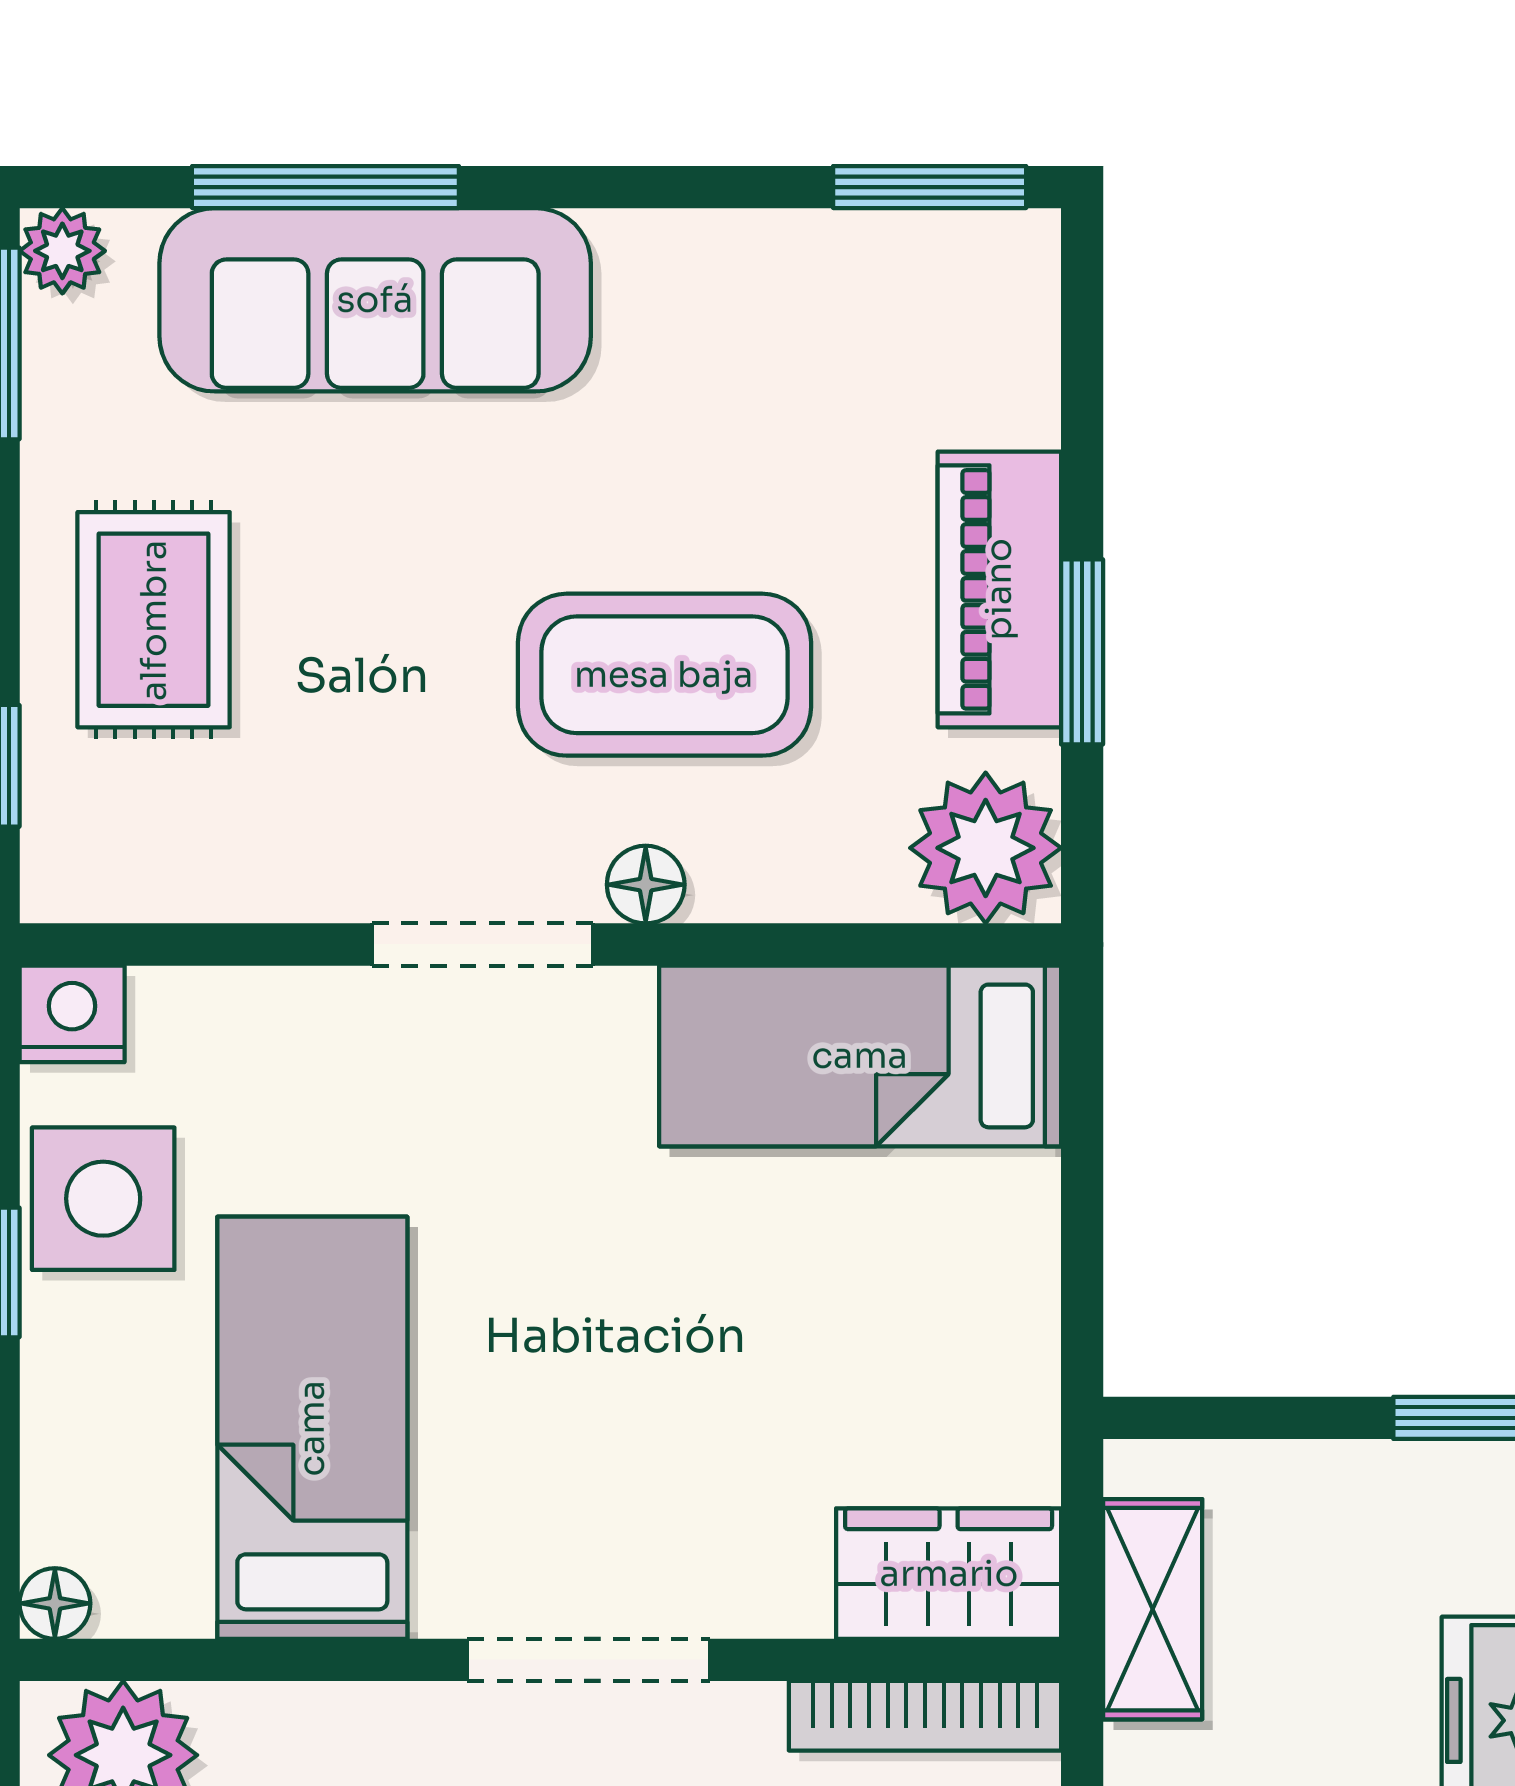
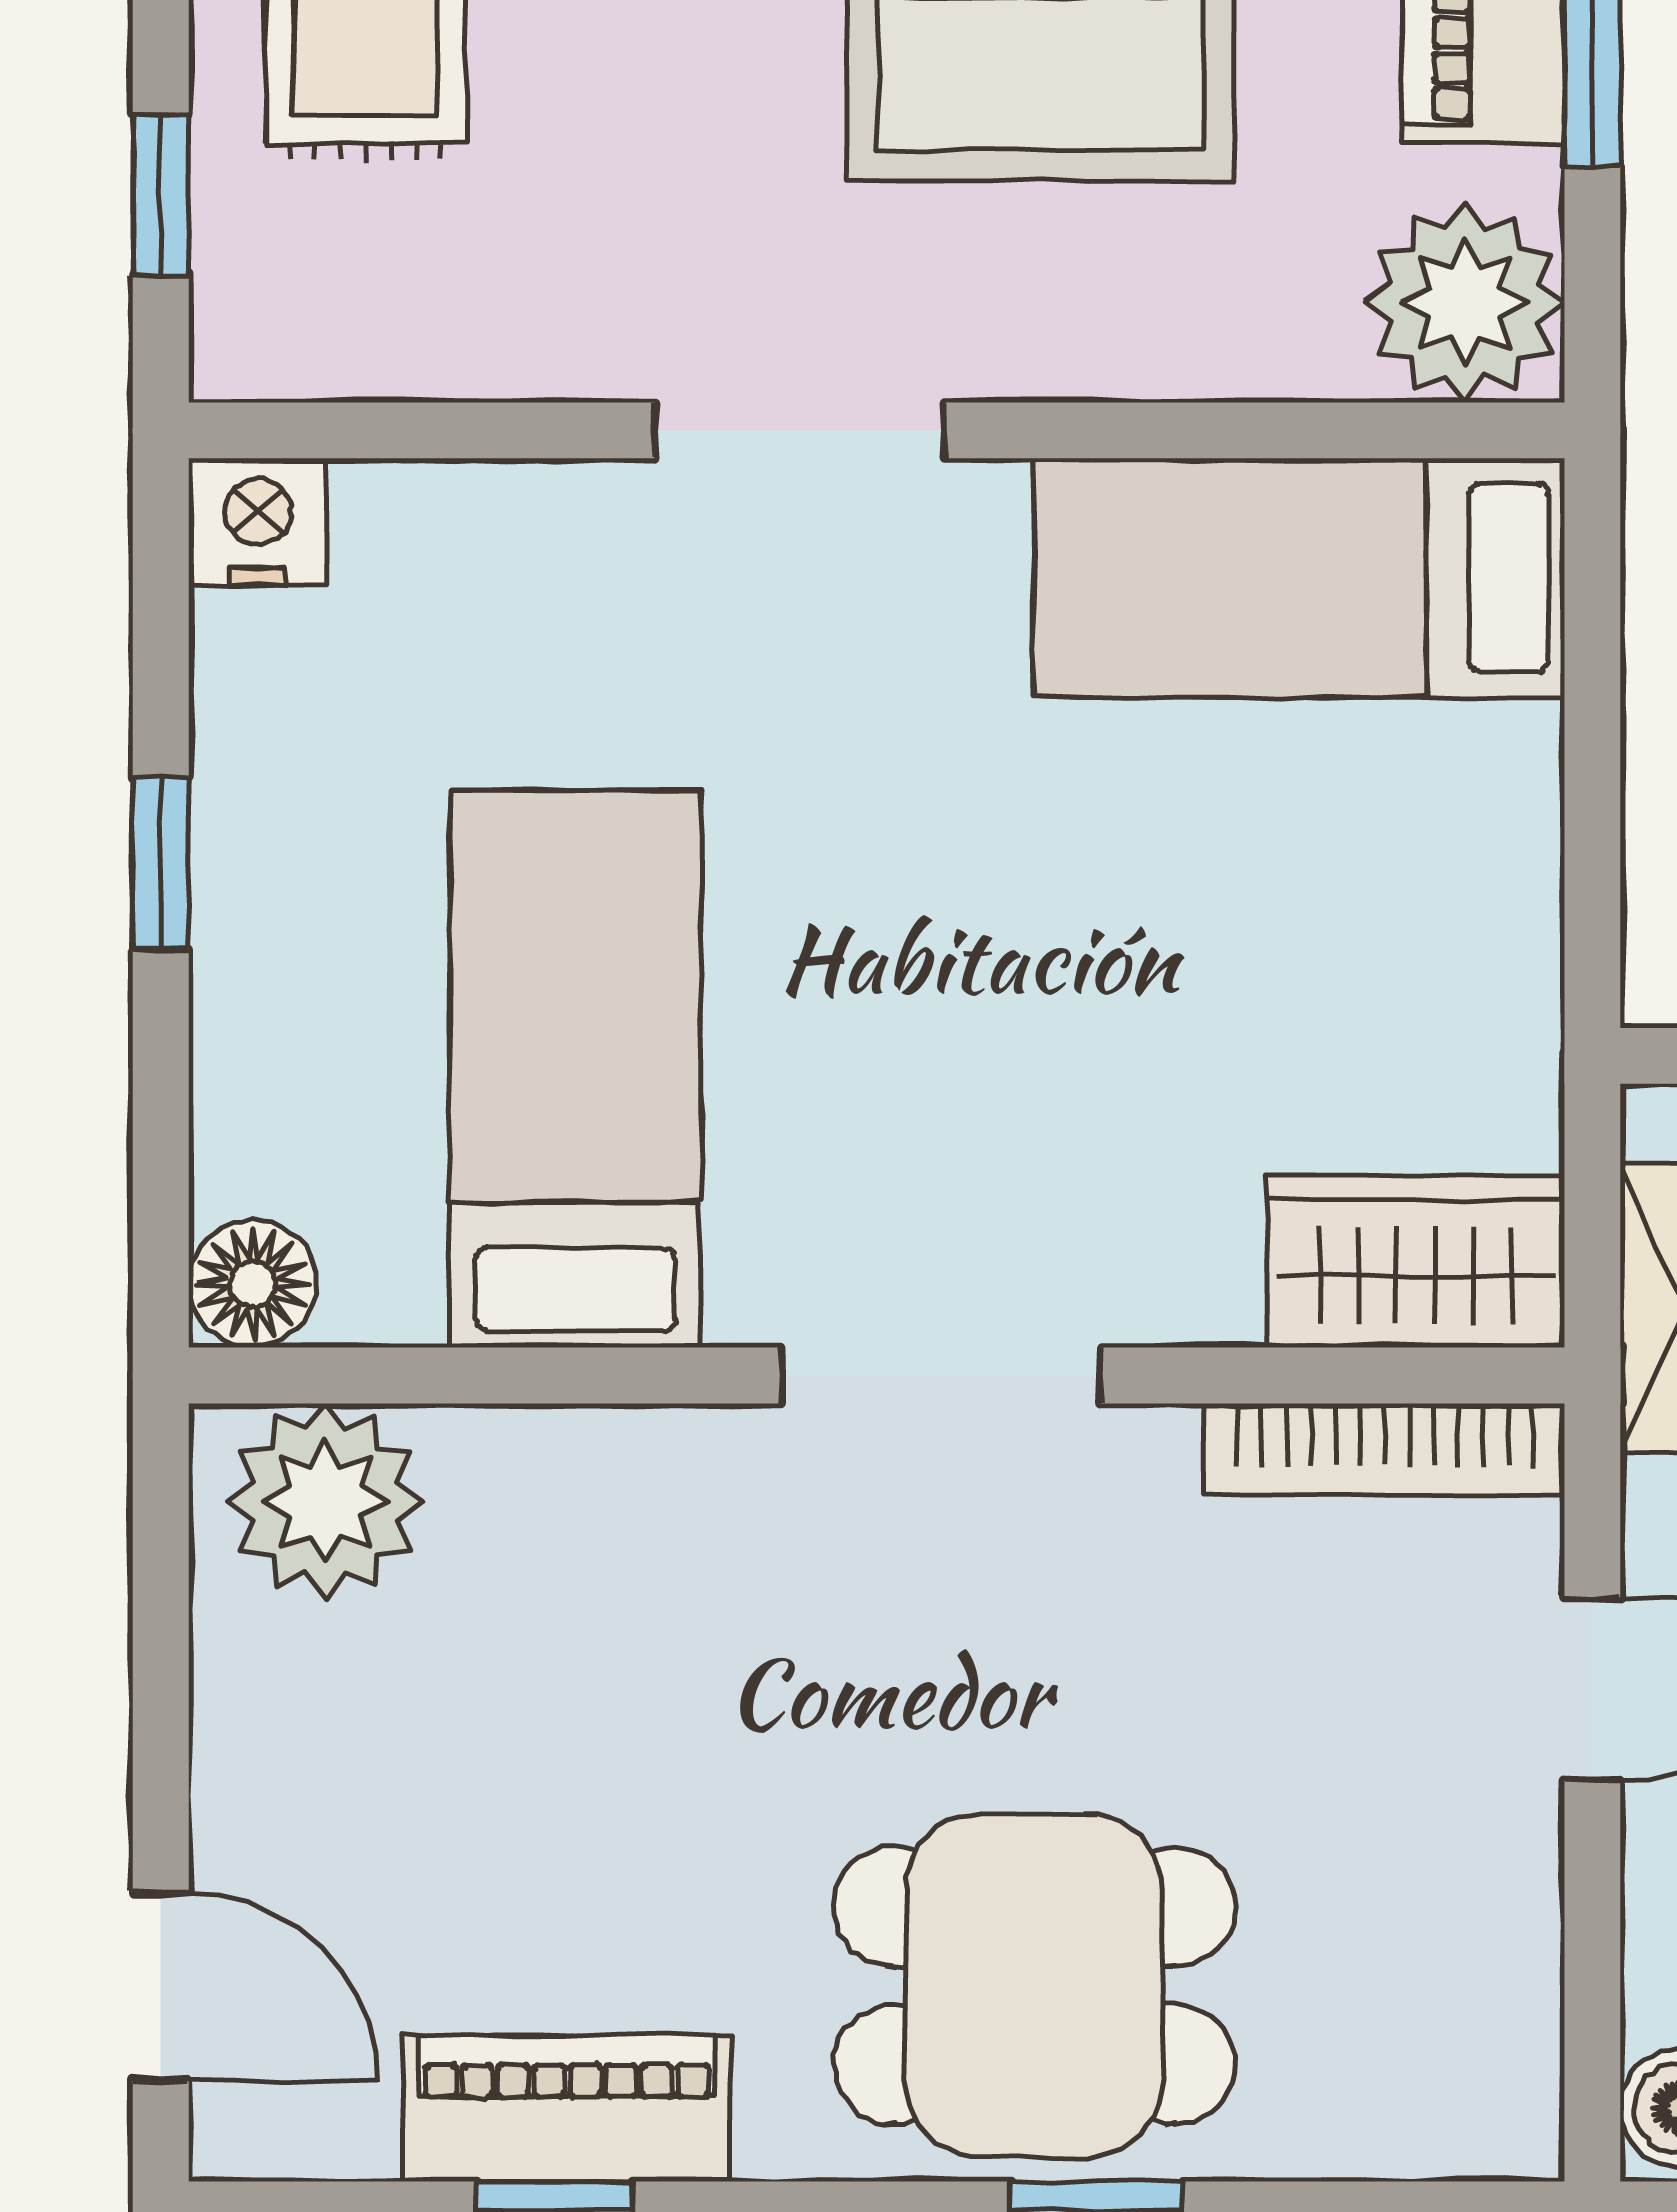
floor lamp: (646, 885) -> (1016, 351), removed
side table: (103, 1199) -> (299, 766), removed
floor lamp: (55, 1603) -> (253, 1284), width x1.37, depth x1.37

